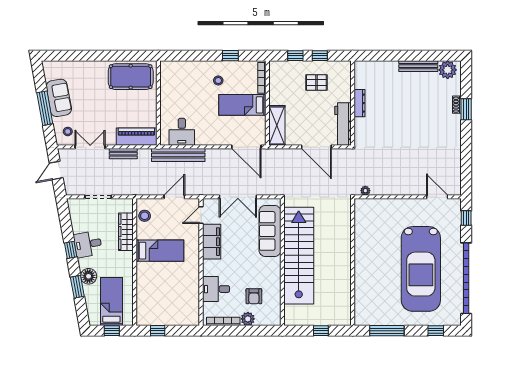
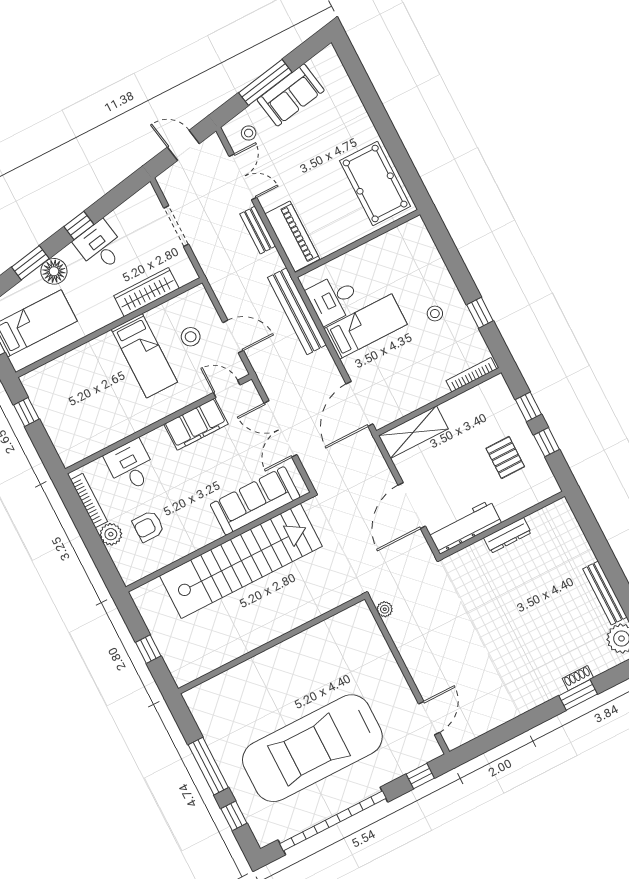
bed: (242, 105) -> (366, 327), moved, turned 90
stool: (145, 216) -> (191, 337), moved
window: (387, 331) -> (208, 766), moved

